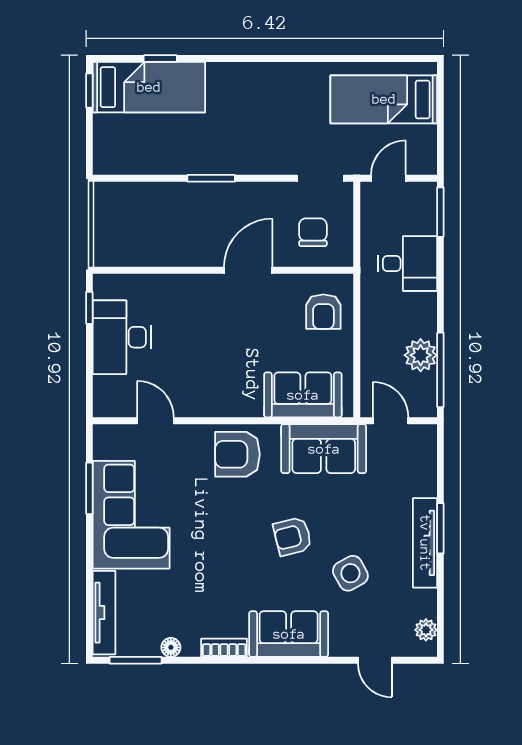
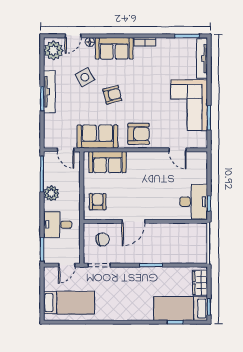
wardrobe: (108, 141) -> (200, 283), added
chair: (313, 232) -> (103, 239), turned -98
desk: (122, 337) -> (194, 202), moved
plant: (421, 355) -> (51, 193), moved
plant: (426, 630) -> (53, 50), width x1.88, depth x1.88
floor lamp: (171, 647) -> (90, 42), moved
door: (375, 660) -> (73, 36), swing flipped

